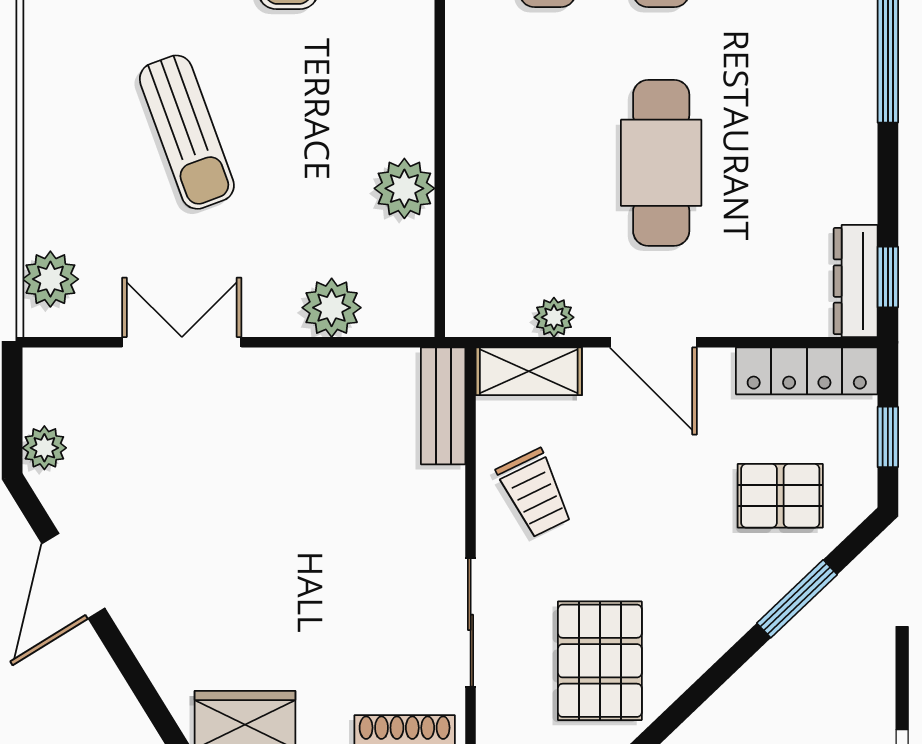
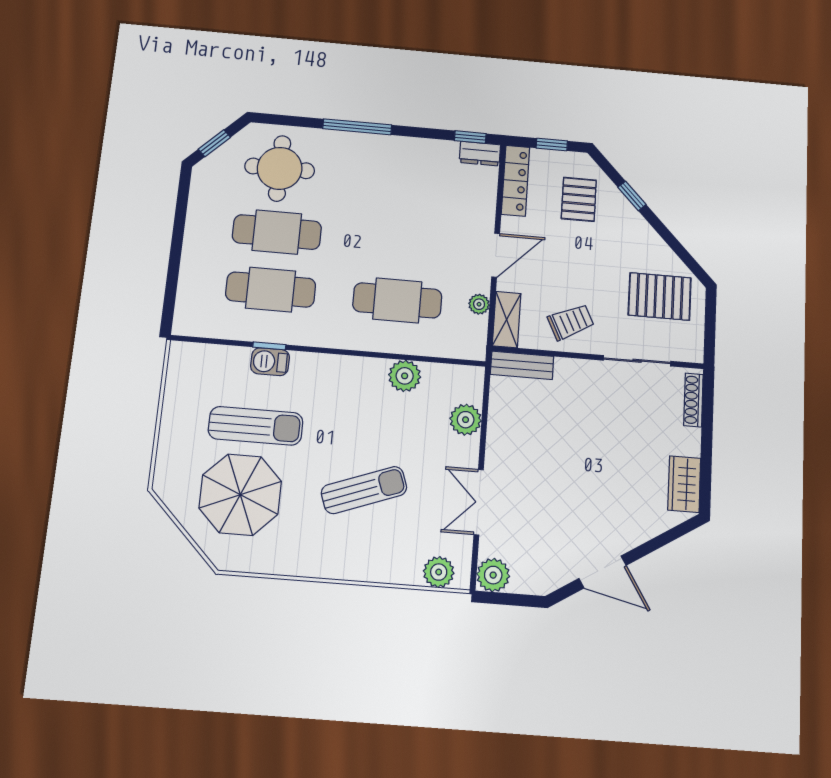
cafe table: (661, 163) -> (397, 300), moved
dresser: (856, 281) -> (480, 154), width x0.70
plant: (44, 448) -> (493, 575), moved, width x1.38, depth x1.38
window: (797, 599) -> (632, 196), width x0.67

